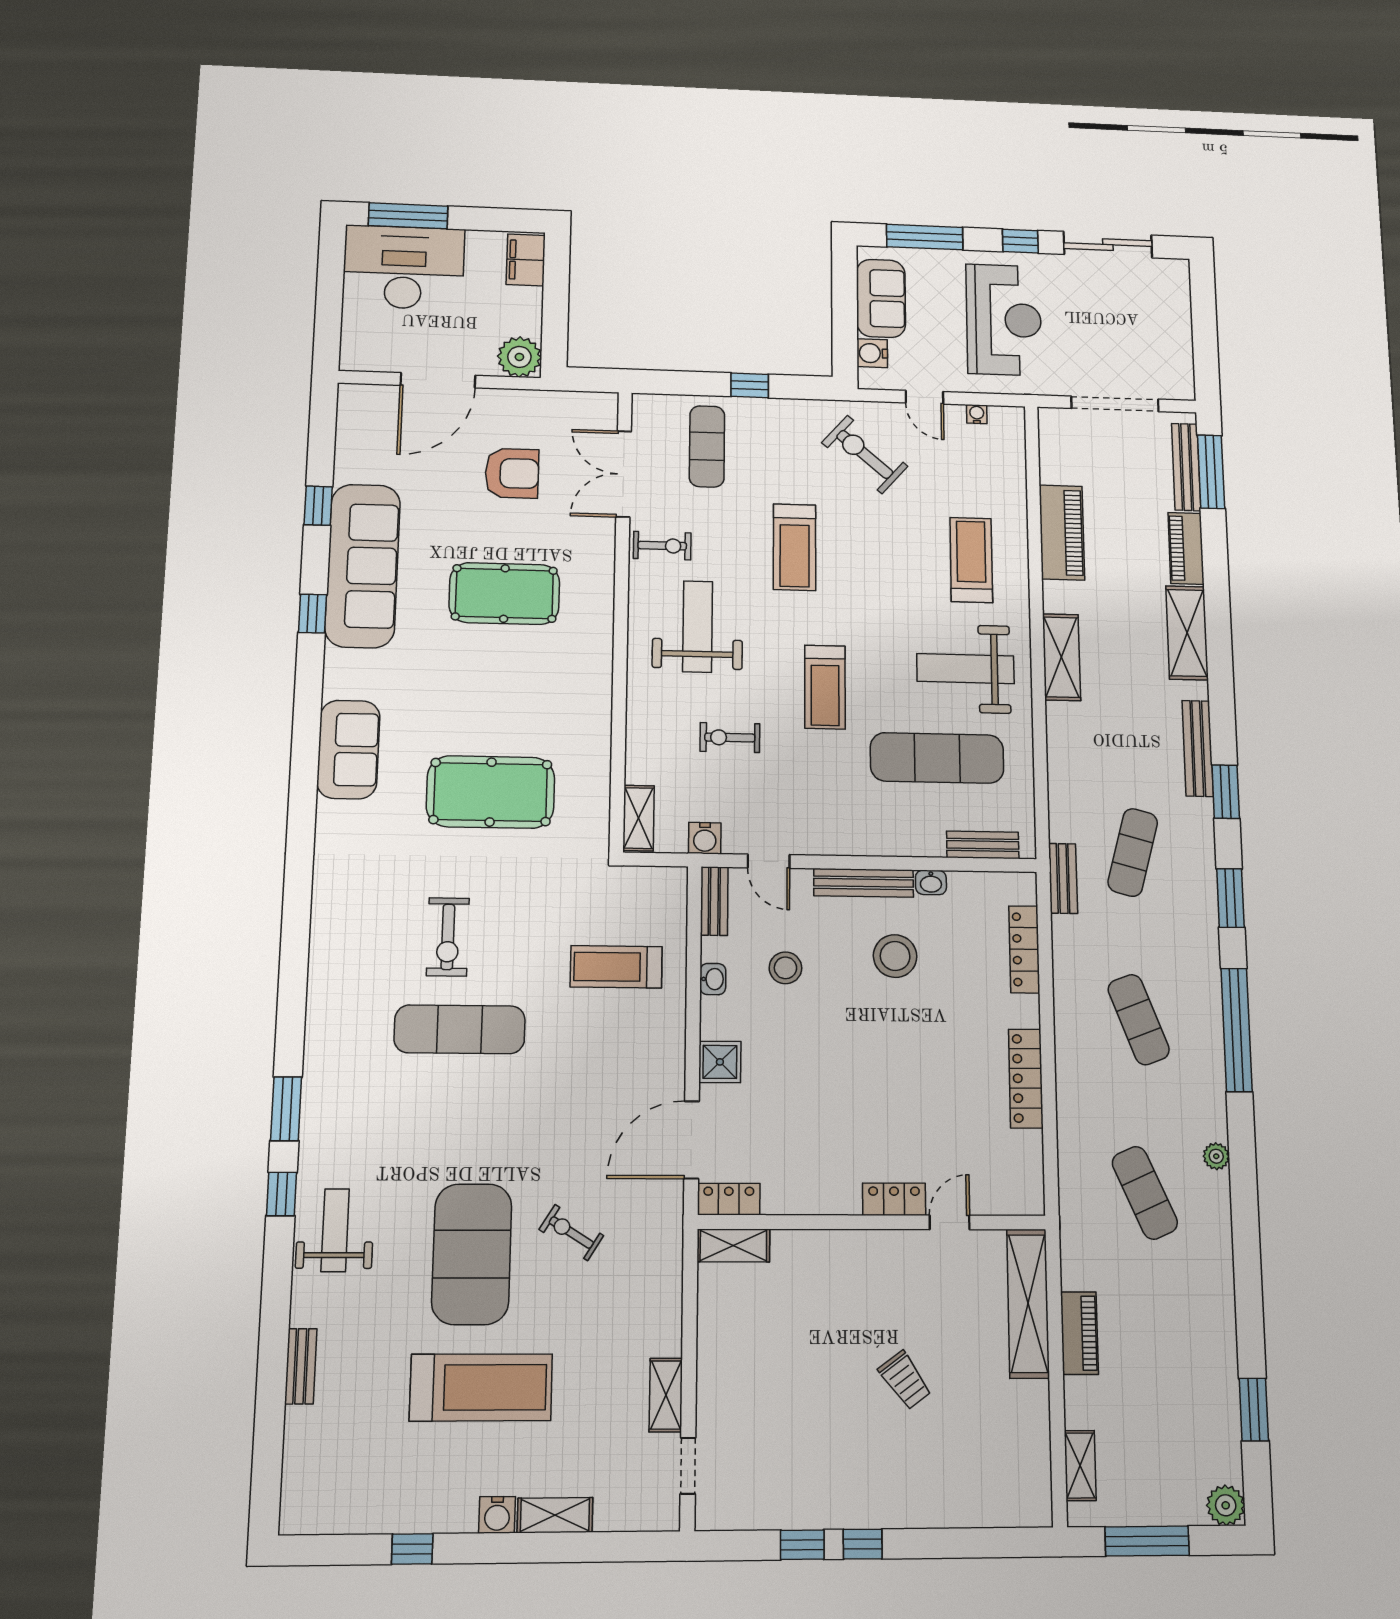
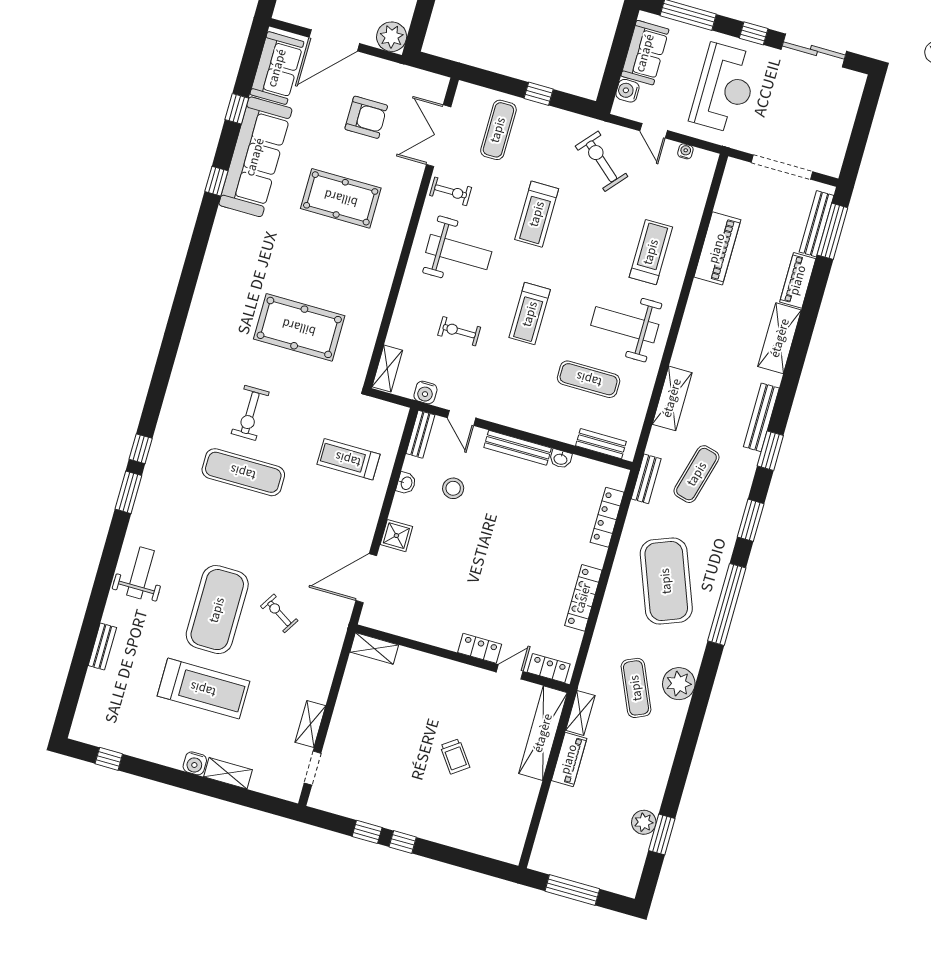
weight bench: (698, 627) -> (459, 252), turned 90
shelving: (1062, 657) -> (672, 398), moved
sofa: (348, 749) -> (277, 68), moved
exercise mat: (937, 758) -> (589, 379), width x0.73, depth x0.69
stool: (895, 956) -> (524, 499), removed
exercise mat: (1139, 1020) -> (666, 581), width x2.00, depth x1.45
plant: (1216, 1156) -> (679, 684), width x1.87, depth x1.87
window: (282, 1194) -> (141, 449), moved
locker: (729, 1199) -> (549, 668), moved
shelving: (1080, 1465) -> (580, 713), moved
plant: (1226, 1505) -> (644, 822), moved
window: (412, 1549) -> (109, 759), moved

